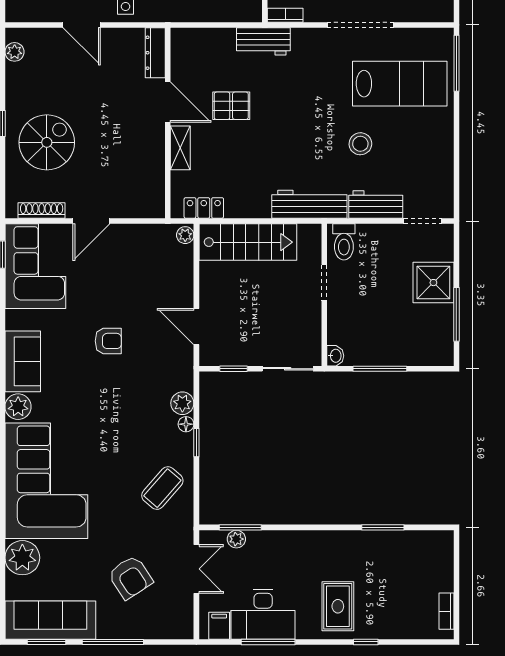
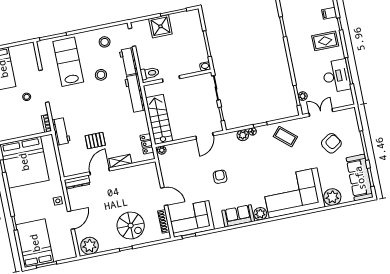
plant: (15, 52) -> (90, 246), width x1.87, depth x1.87
pallet: (231, 106) -> (95, 141), turned 90
spiral stairs: (47, 142) -> (131, 226), turned 180
stool: (425, 164) -> (105, 42), added
filing cabinet: (219, 626) -> (329, 13), moved

